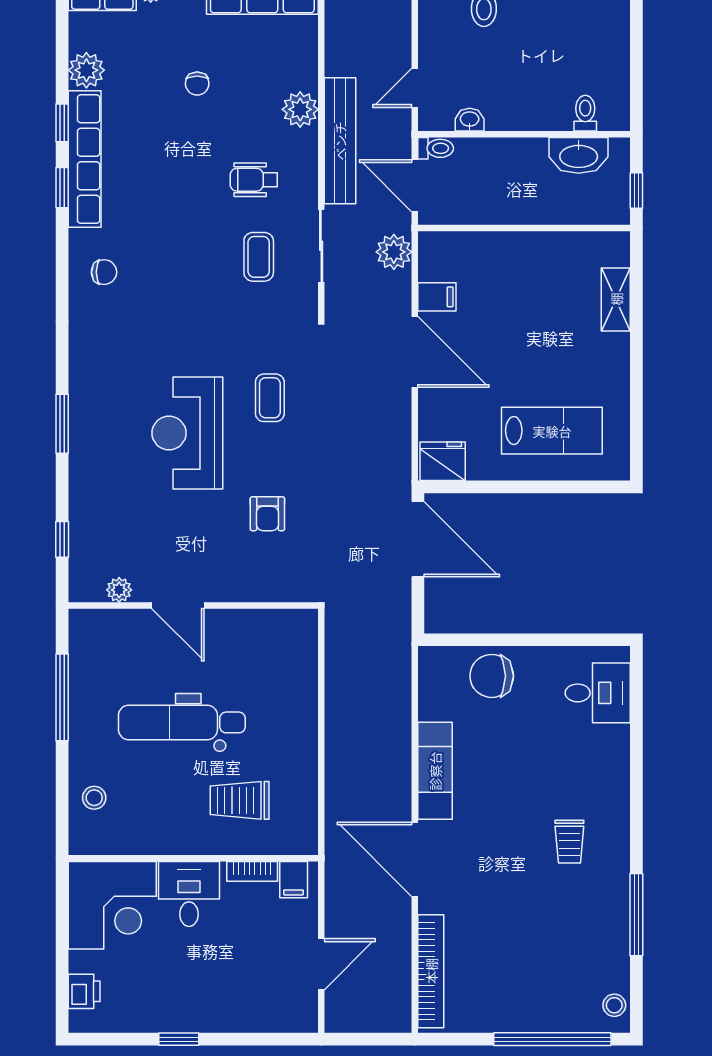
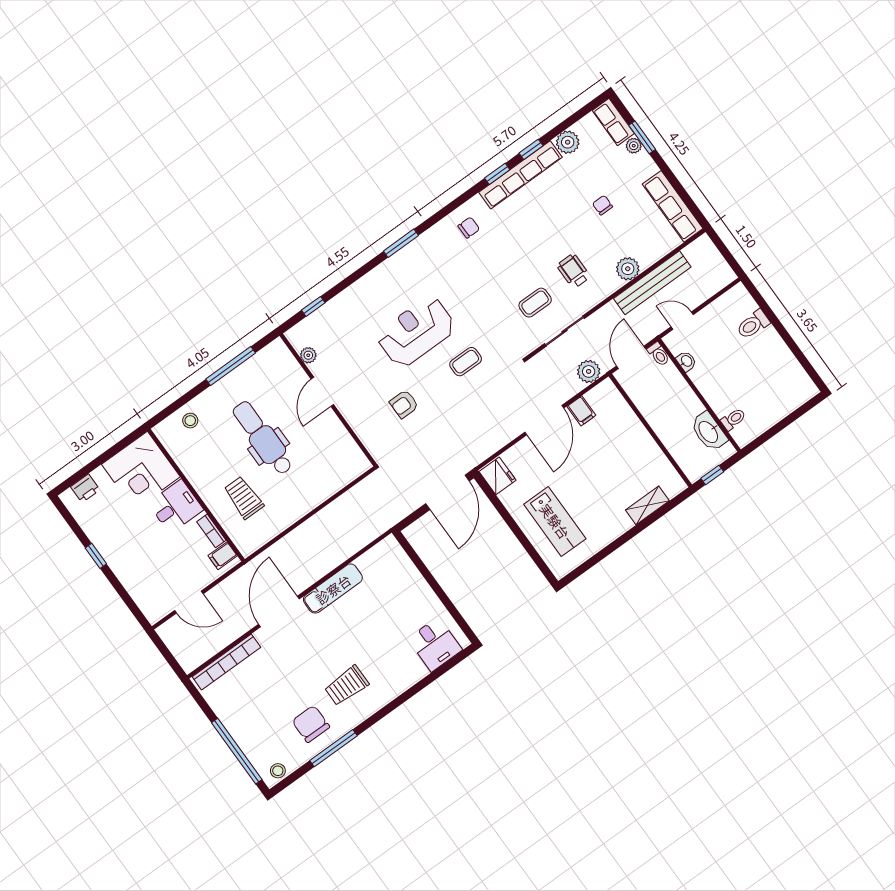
chair: (197, 84) -> (602, 205), turned 90
bench: (340, 141) -> (652, 283), moved
chair: (104, 272) -> (469, 228), turned -90
window: (62, 424) -> (401, 243), moved
chair: (492, 676) -> (311, 724), moved
trolley: (569, 842) -> (347, 686), width x1.36, depth x1.39

